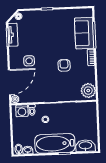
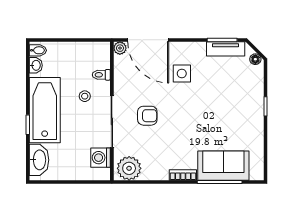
armchair: (64, 65) -> (147, 116), moved
washing machine: (22, 111) -> (101, 158), moved

